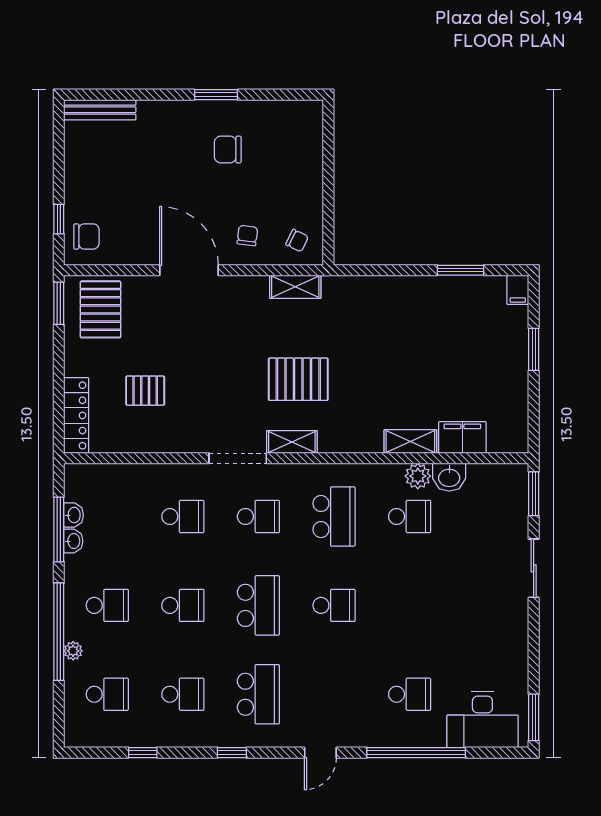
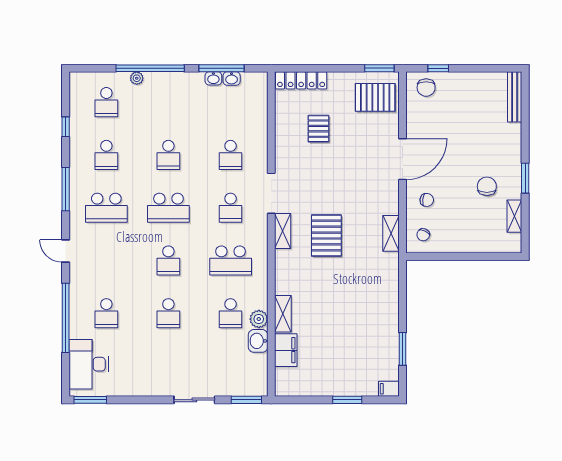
shelving: (271, 110) -> (514, 216), added
school desk: (107, 605) -> (168, 313), moved
window: (232, 753) -> (66, 189), width x2.17

